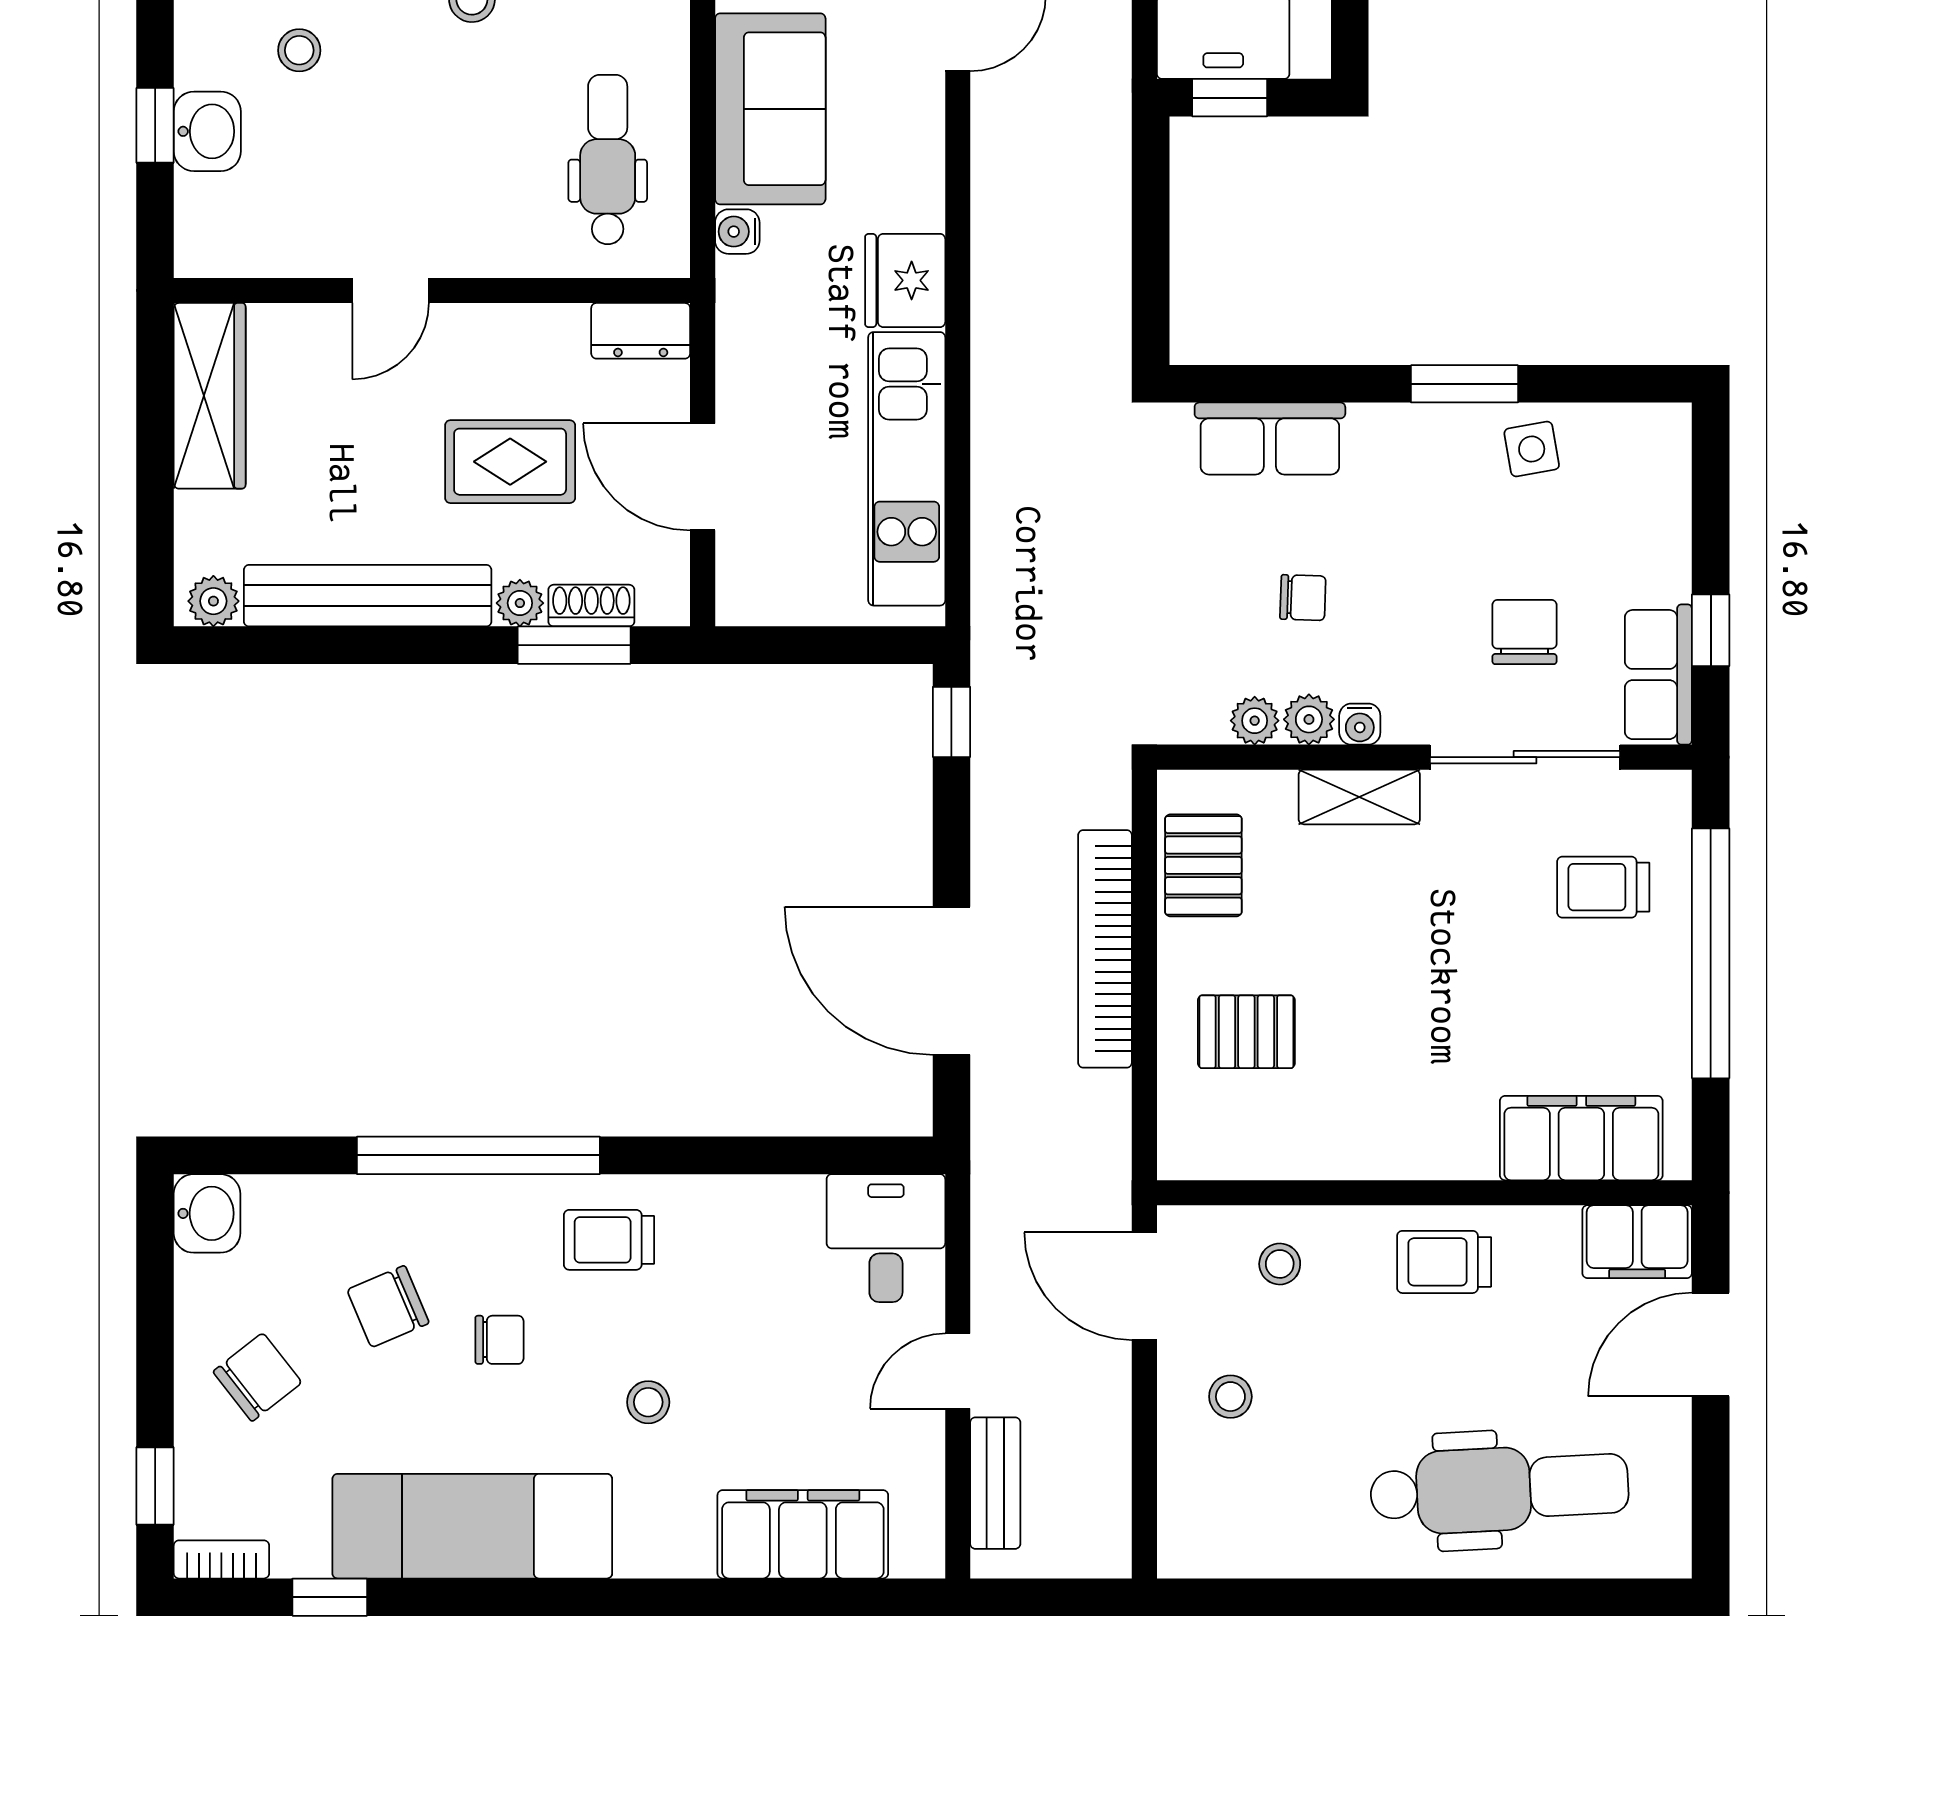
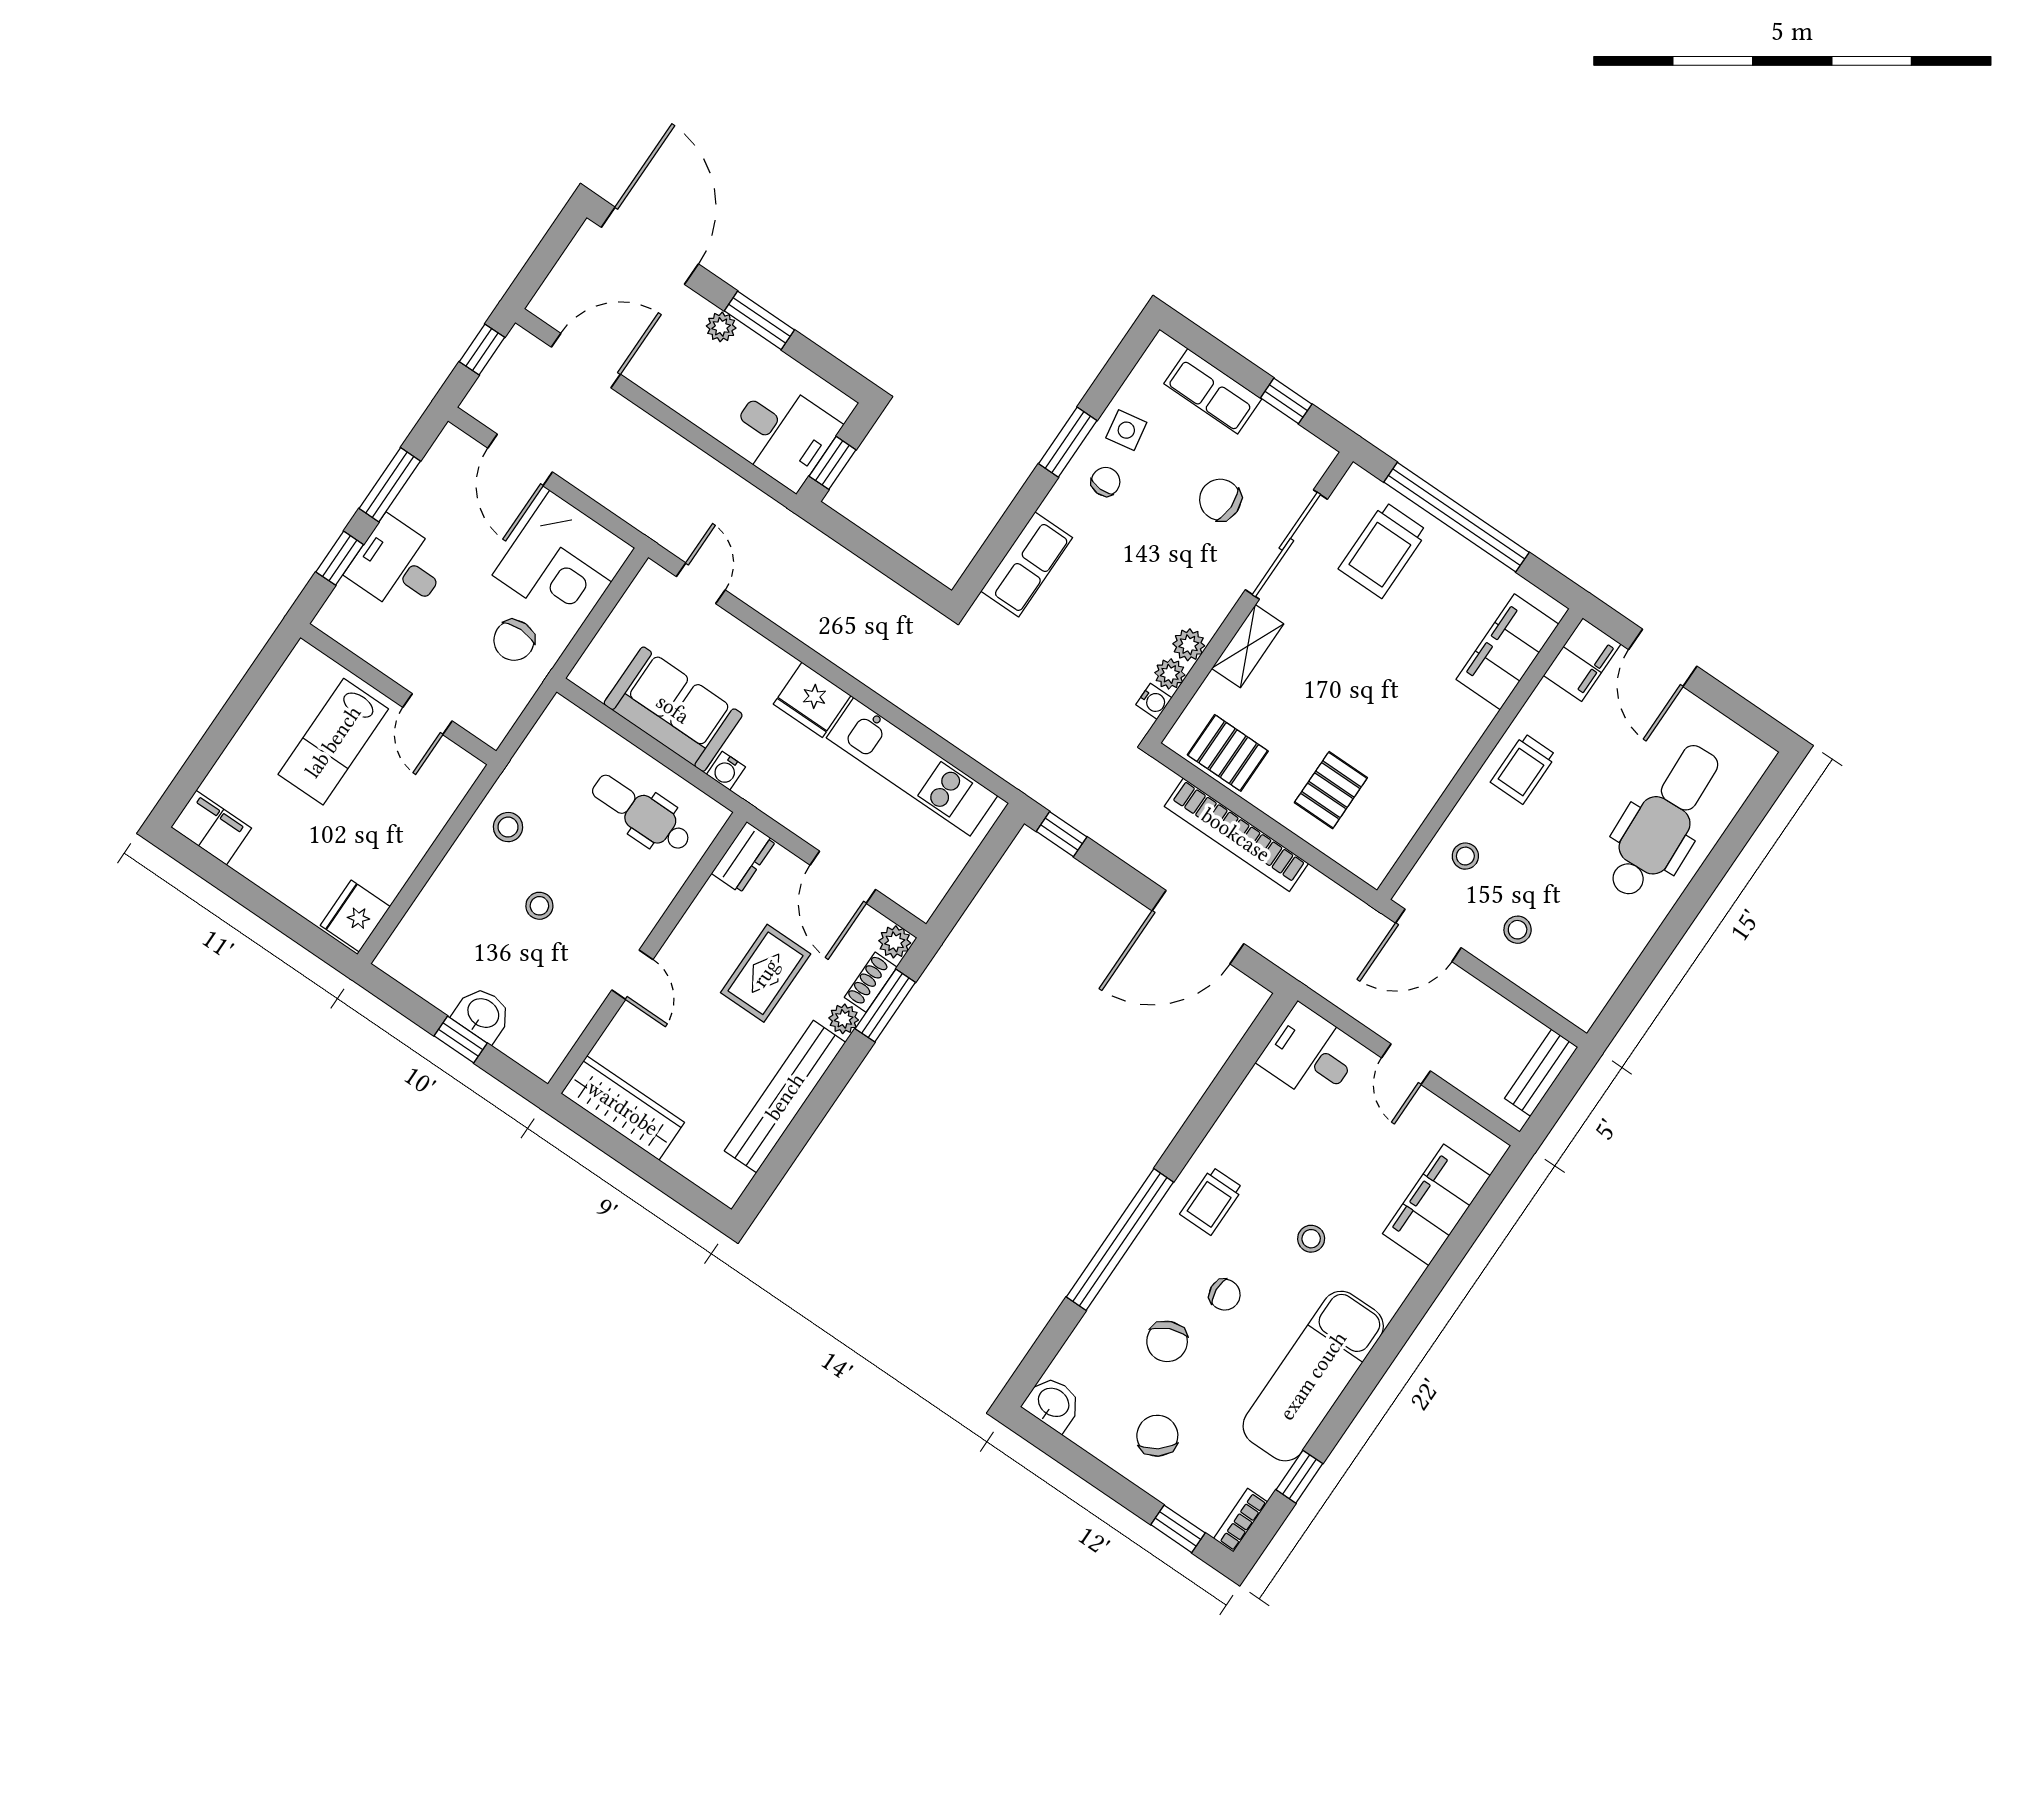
stool: (299, 50) -> (539, 906), moved
door: (703, 477) -> (843, 877), hinge flipped
chair: (1303, 598) -> (1106, 482), moved
plant: (213, 601) -> (895, 942), moved
row of seats: (1658, 675) -> (1213, 391), moved
water cooler: (1360, 724) -> (1154, 701), moved
trolley: (1603, 887) -> (1383, 550), width x1.36, depth x1.39
chair: (499, 1340) -> (1225, 1295), turned 86
bench: (995, 1483) -> (1541, 1073), moved, turned 90

